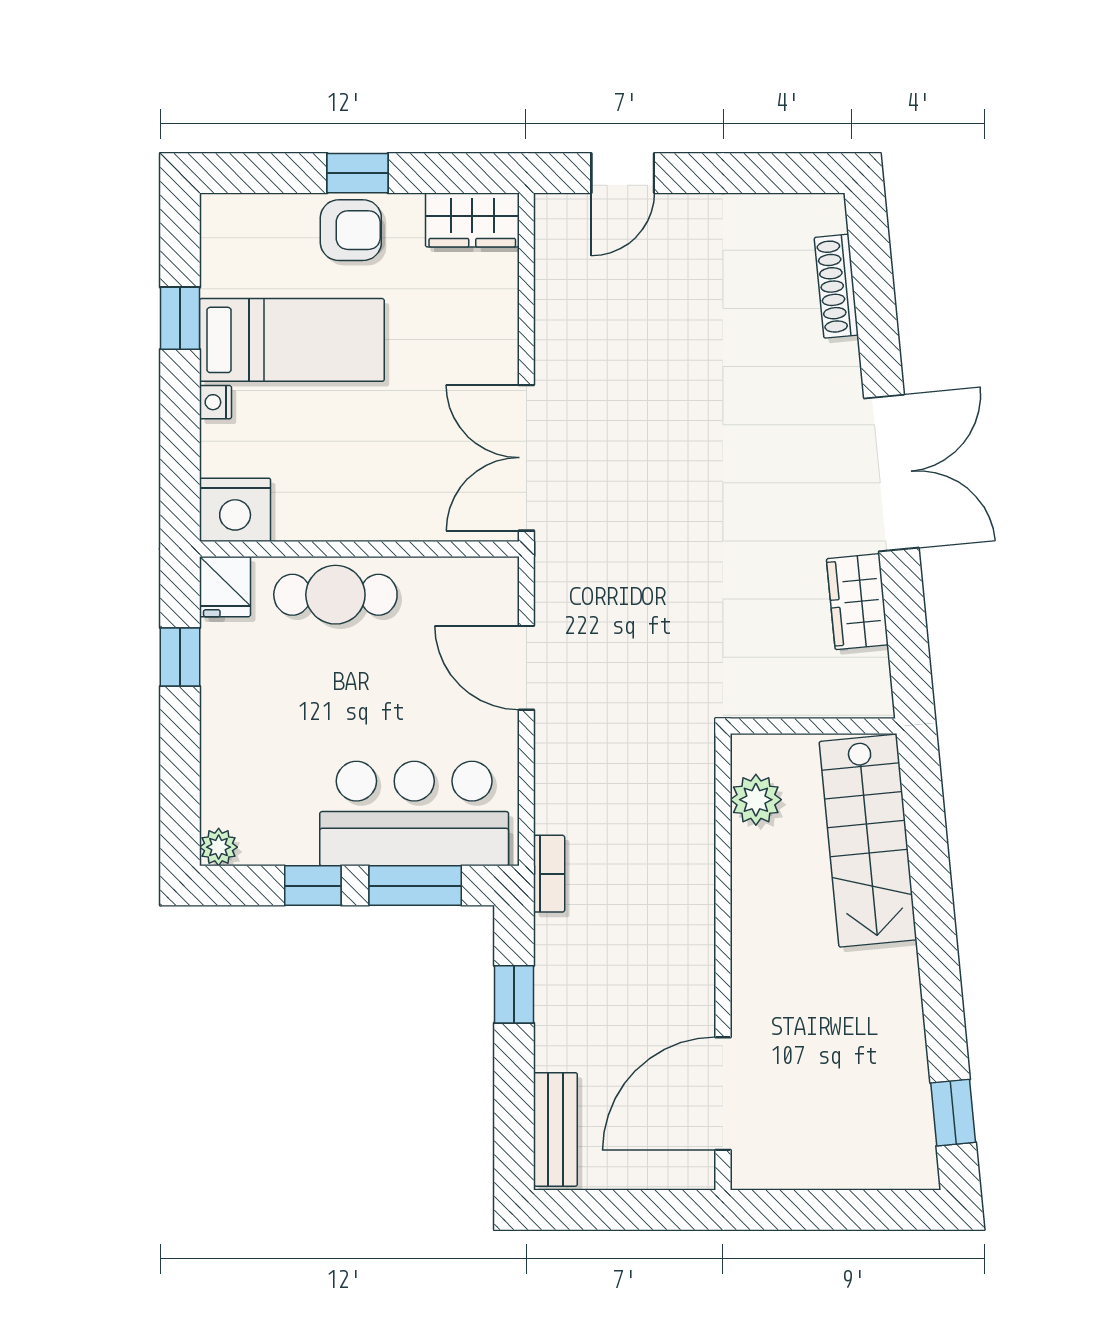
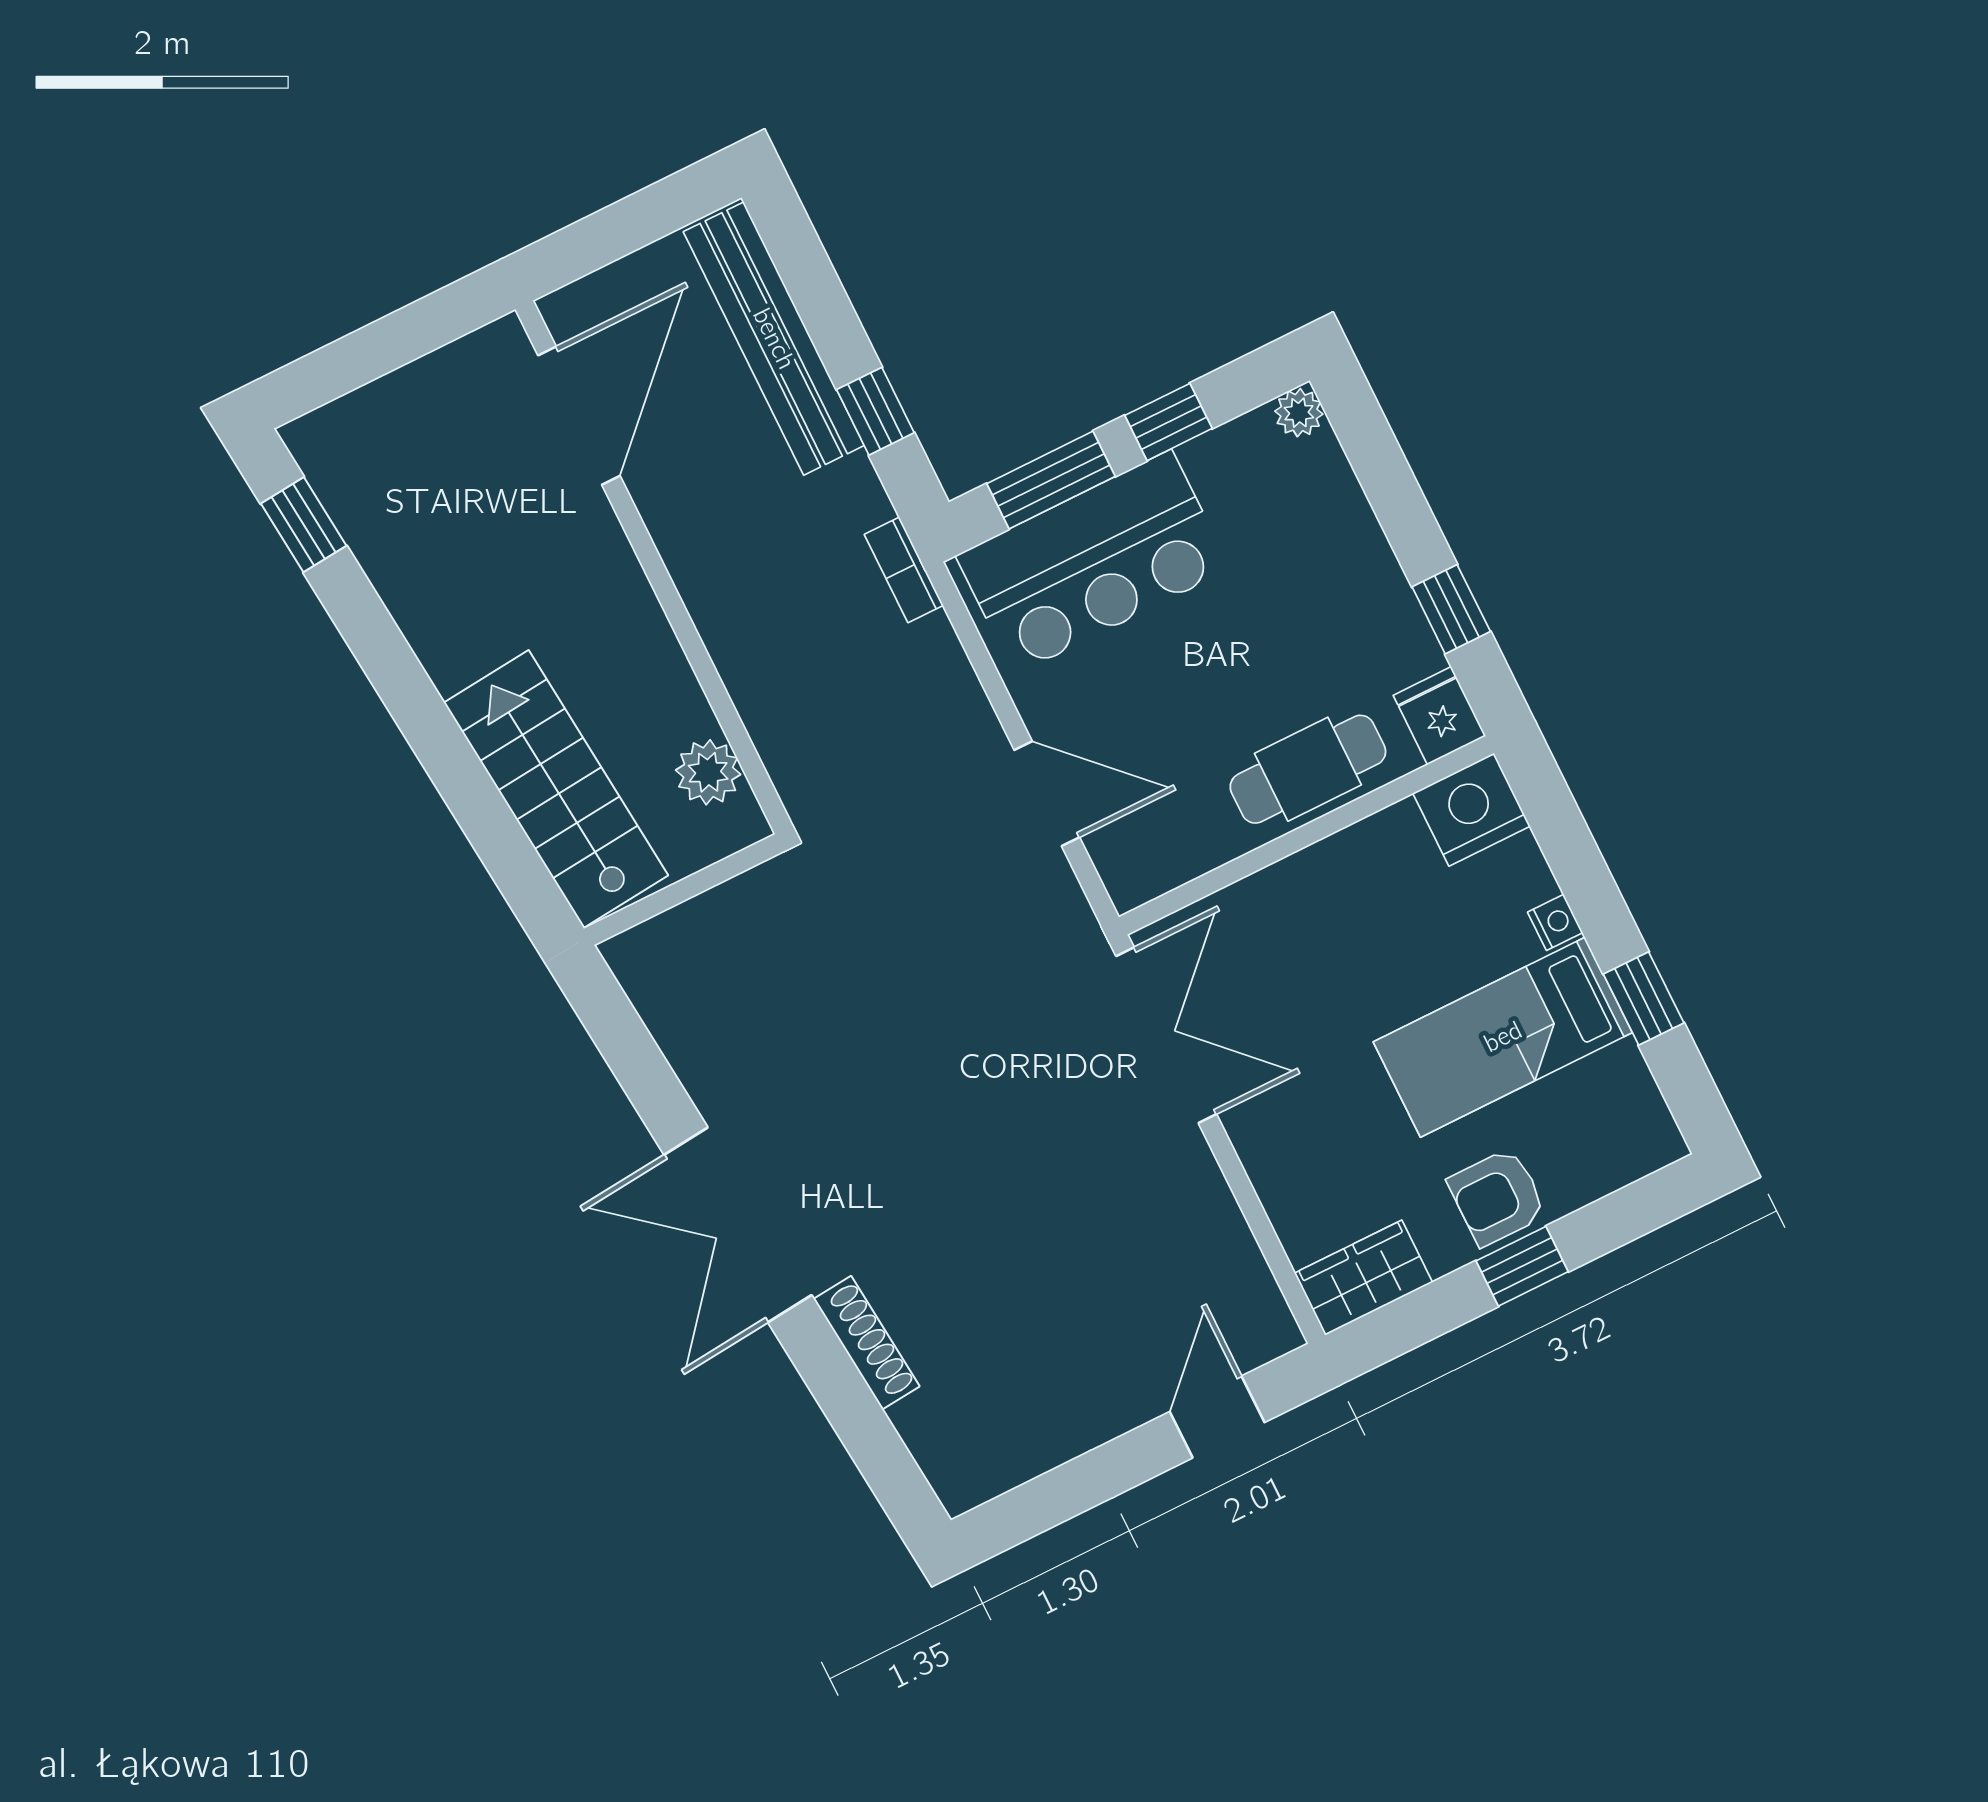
shoe rack: (836, 286) -> (867, 1343), moved
wardrobe: (857, 602) -> (704, 1058), removed
bench: (555, 1129) -> (774, 339), width x1.86, depth x1.21

